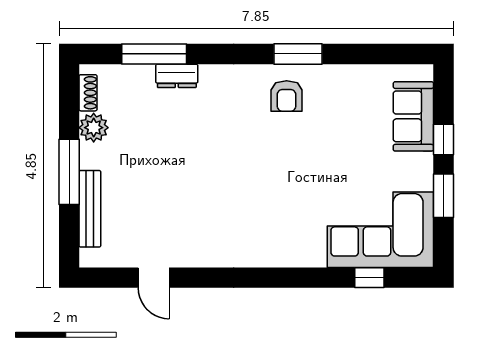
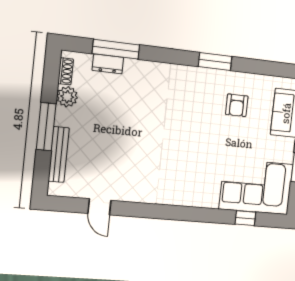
dresser: (177, 76) -> (108, 64), moved
armchair: (287, 96) -> (237, 105), moved

